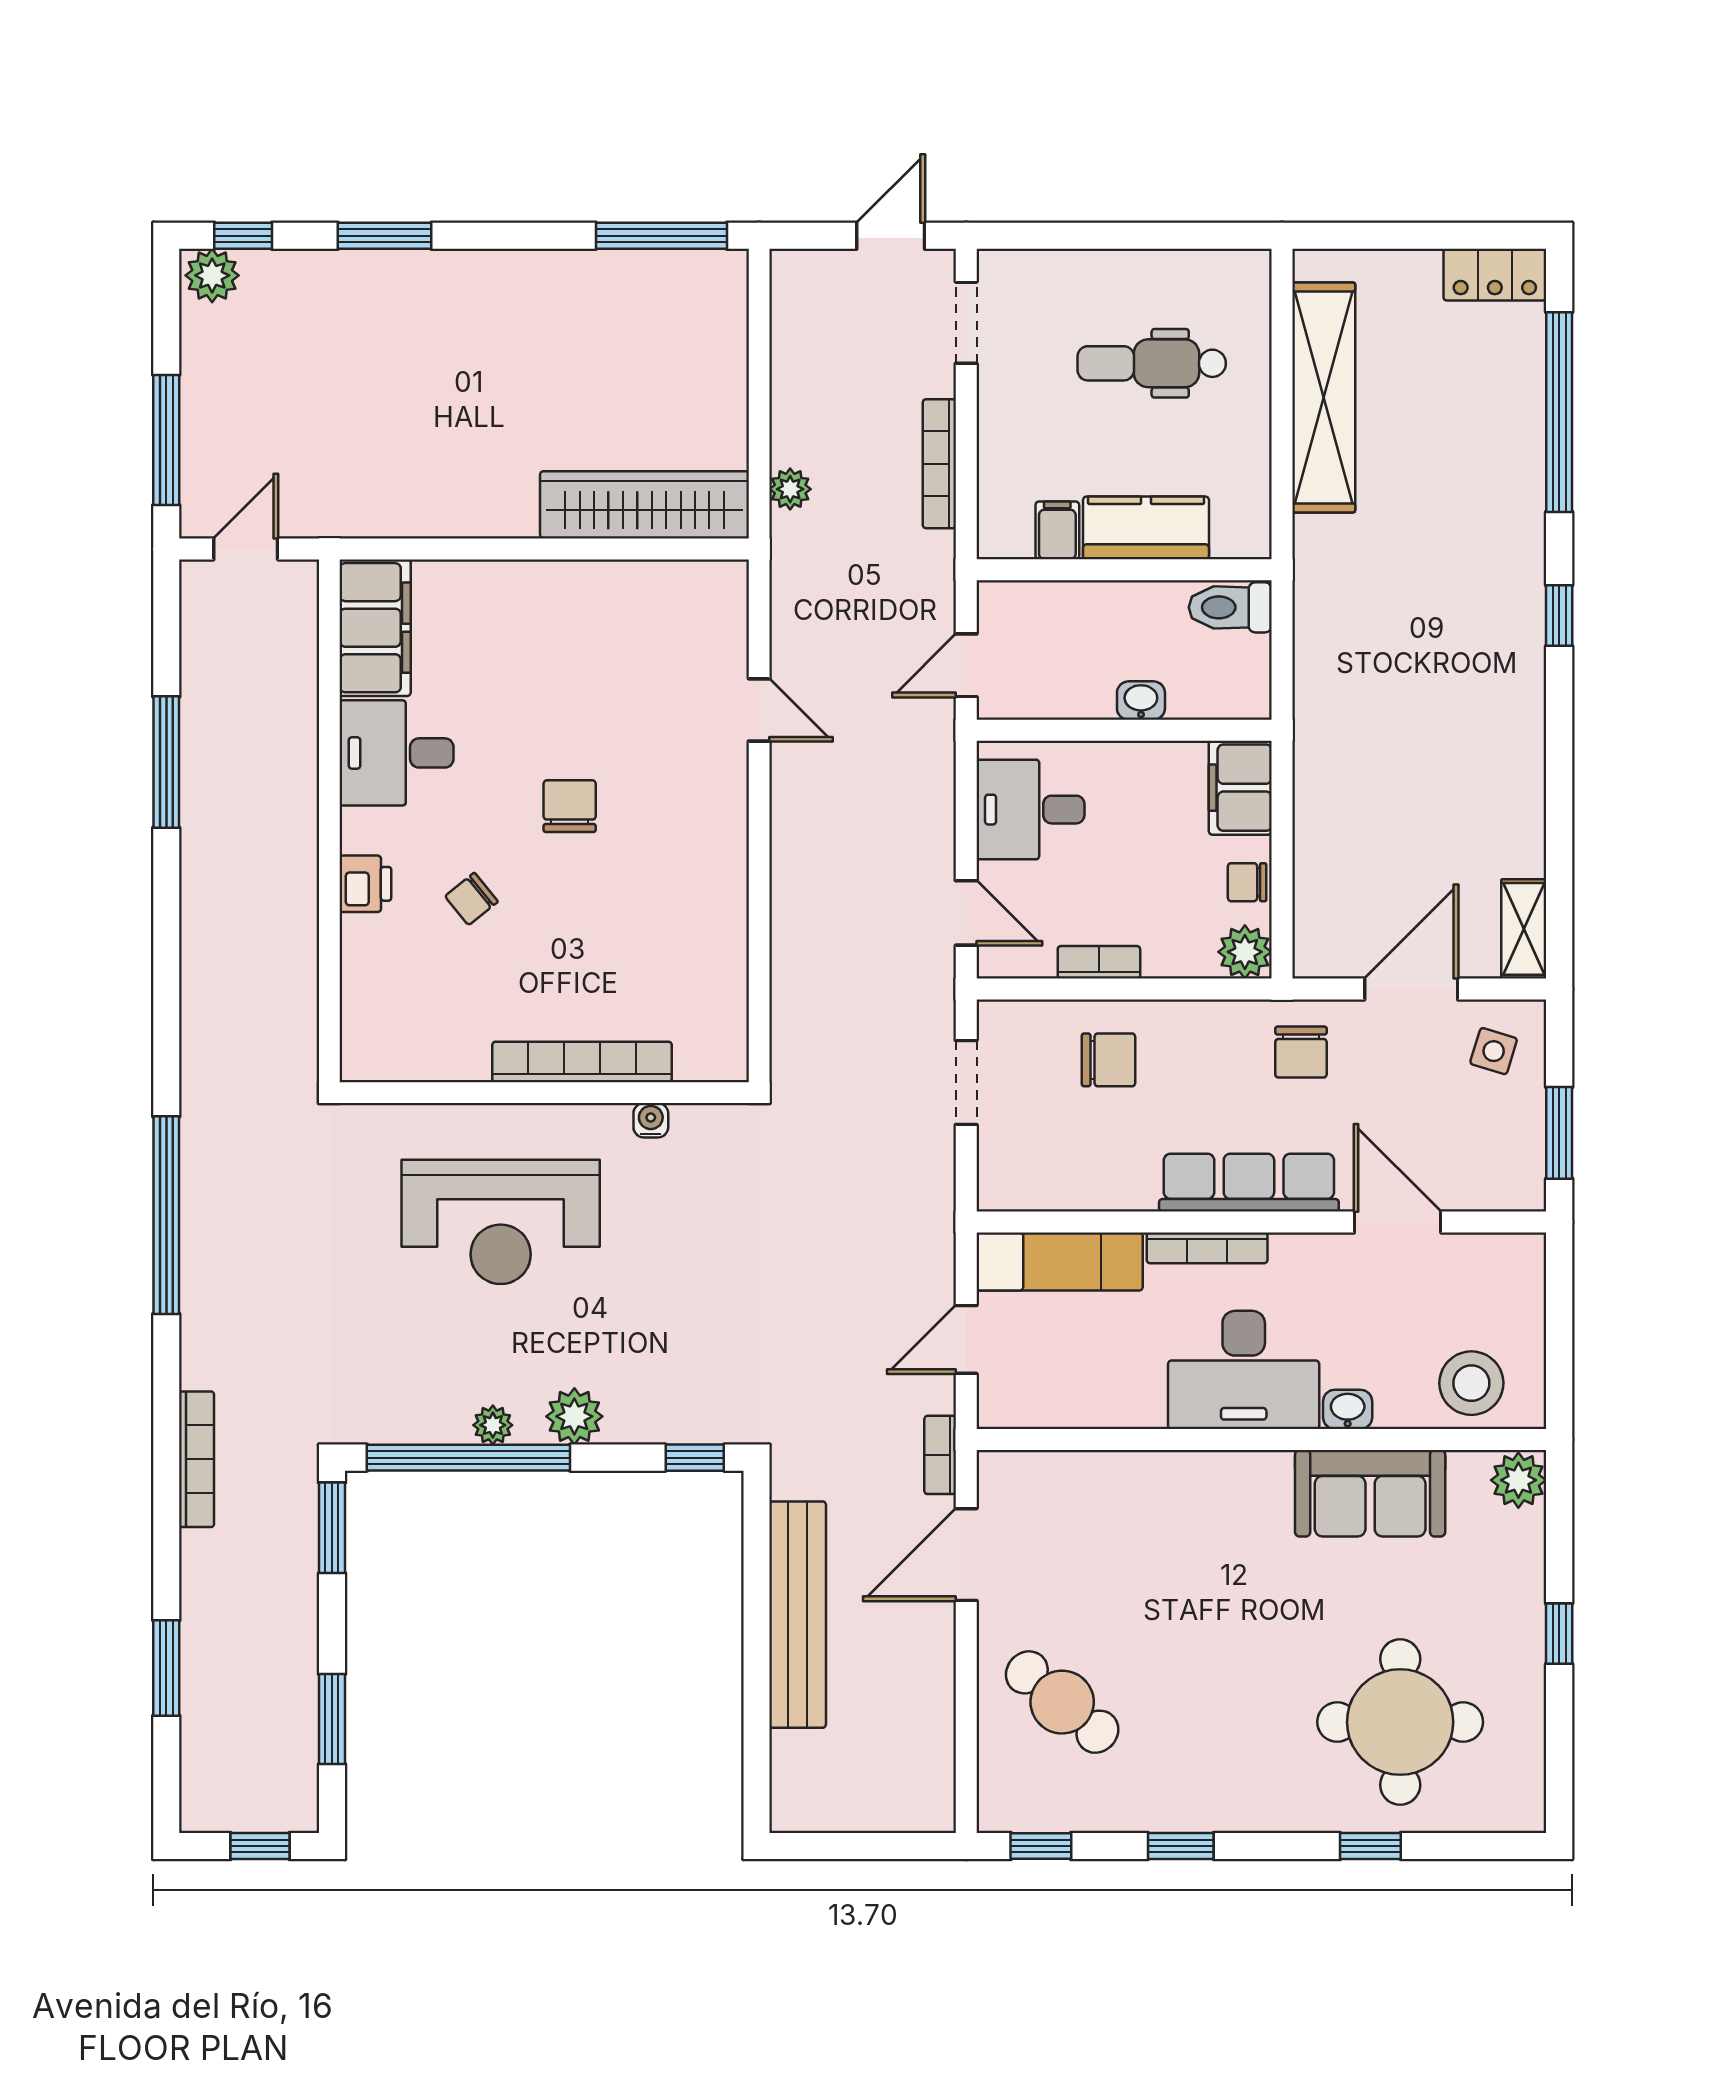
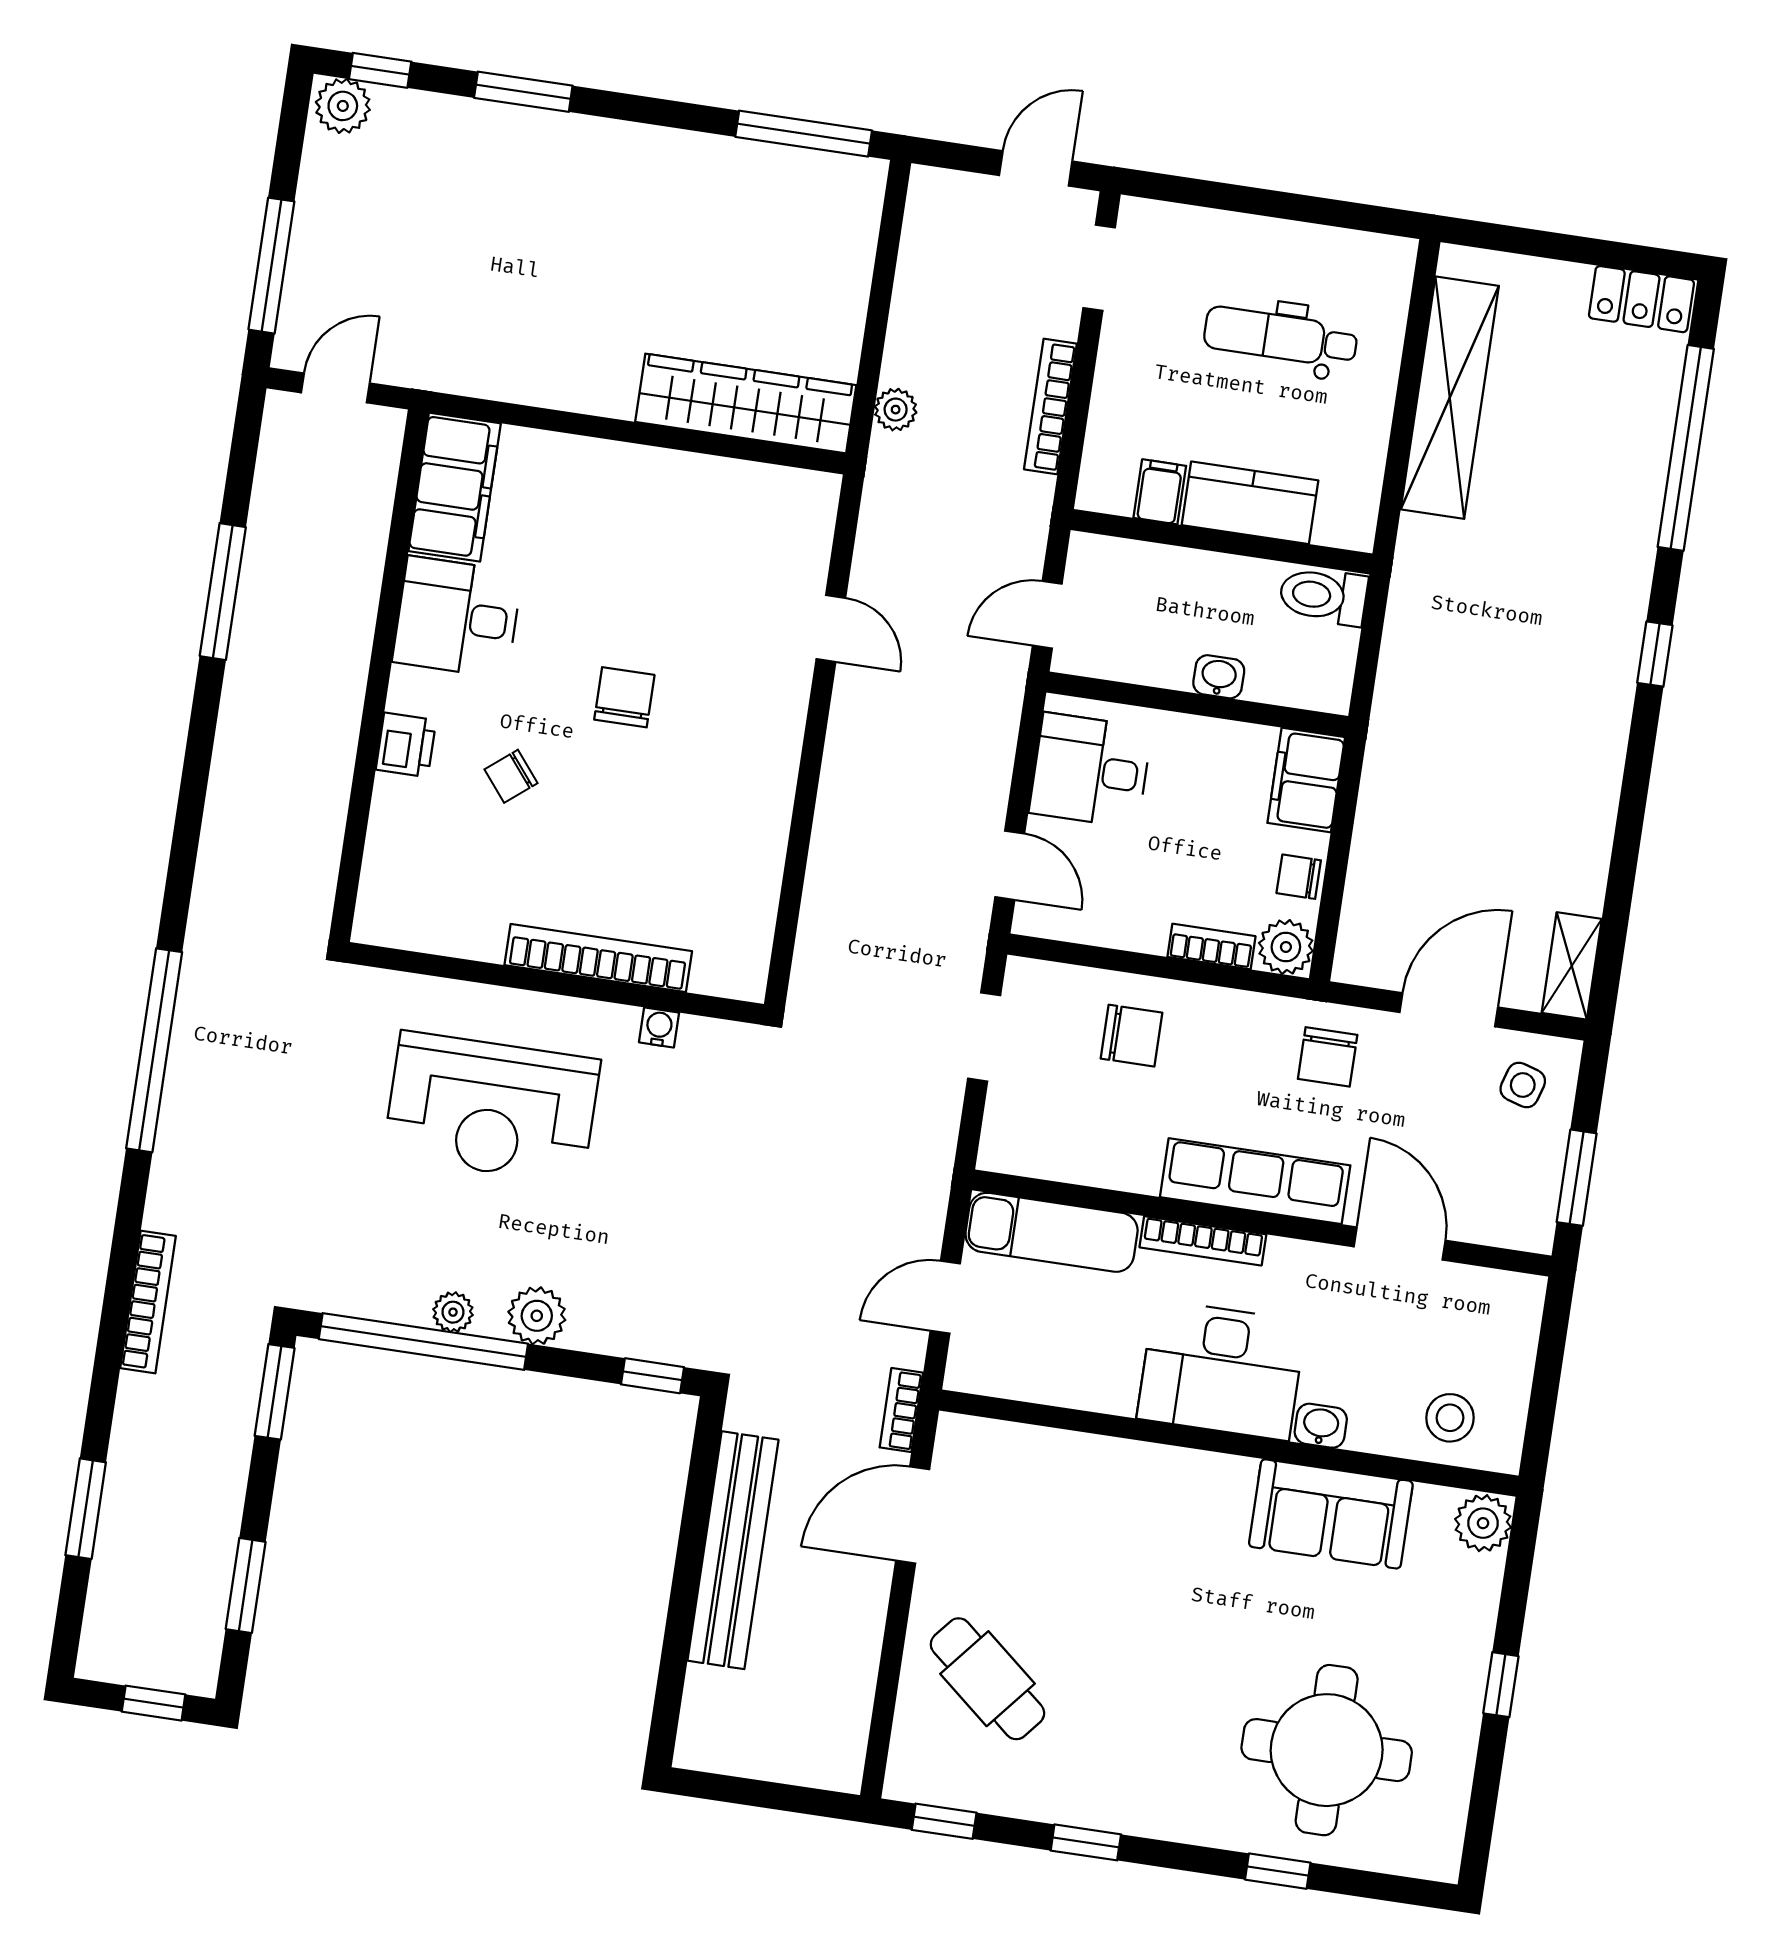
bookcase: (1099, 962) -> (1211, 947), moved
stool: (1471, 1383) -> (1450, 1418), width x0.73, depth x0.73

